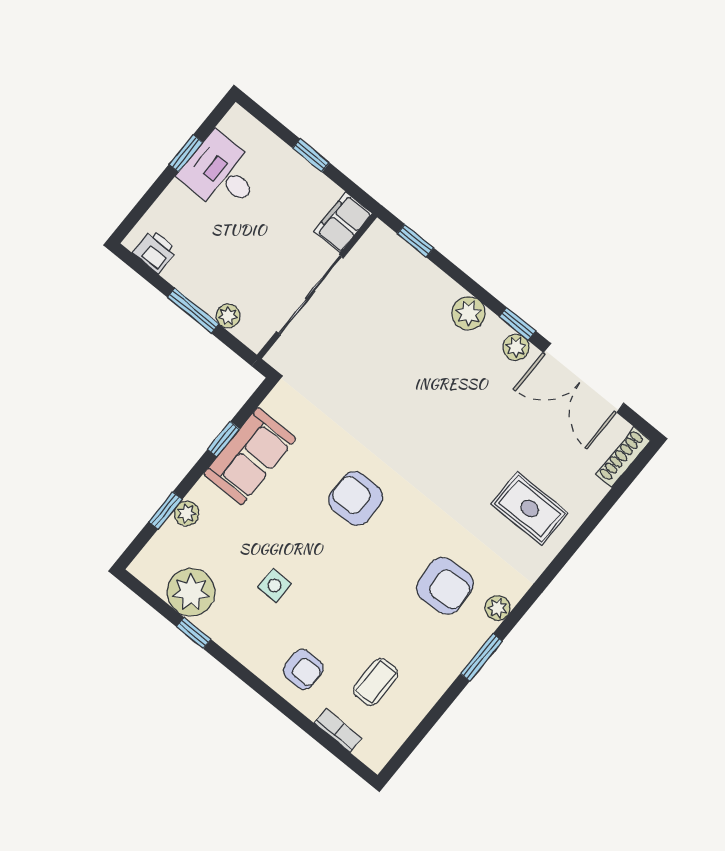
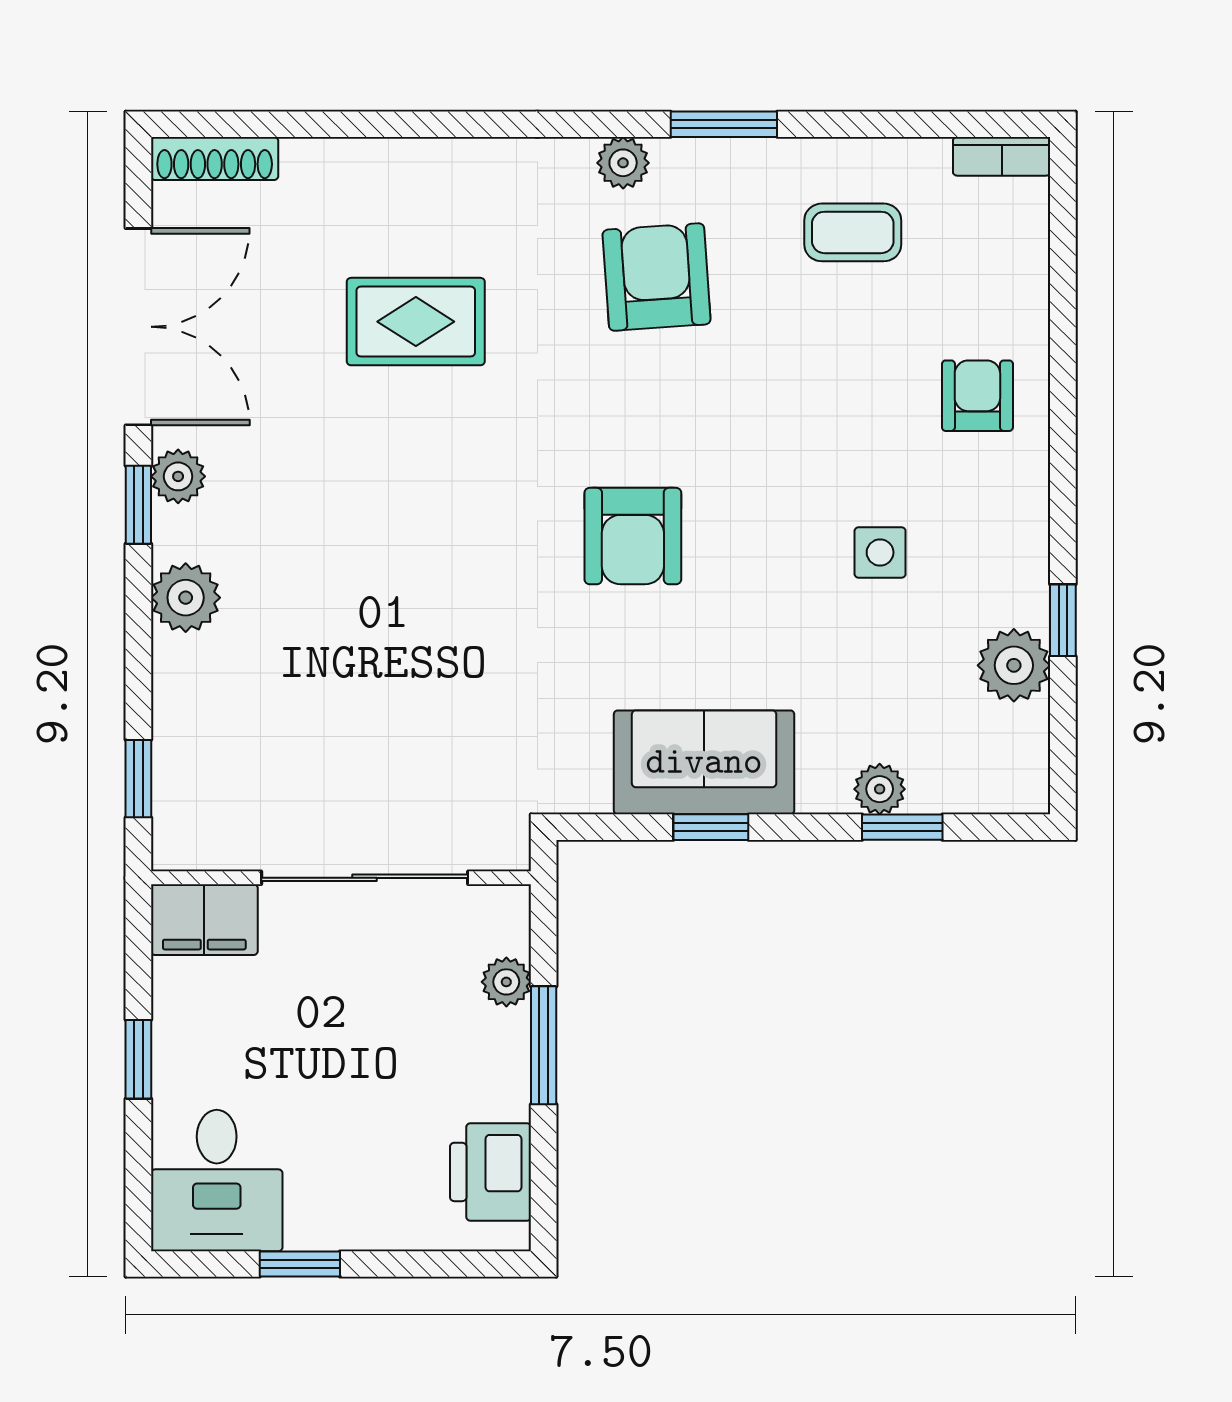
desk: (221, 173) -> (217, 1181), moved
printer: (155, 251) -> (491, 1172), width x1.36, depth x1.24
rug: (530, 508) -> (416, 322), moved, turned 90
plant: (191, 592) -> (1014, 665), width x0.73, depth x0.73
coffee table: (376, 682) -> (853, 232), moved
bookcase: (338, 731) -> (1002, 156), moved, turned -90

